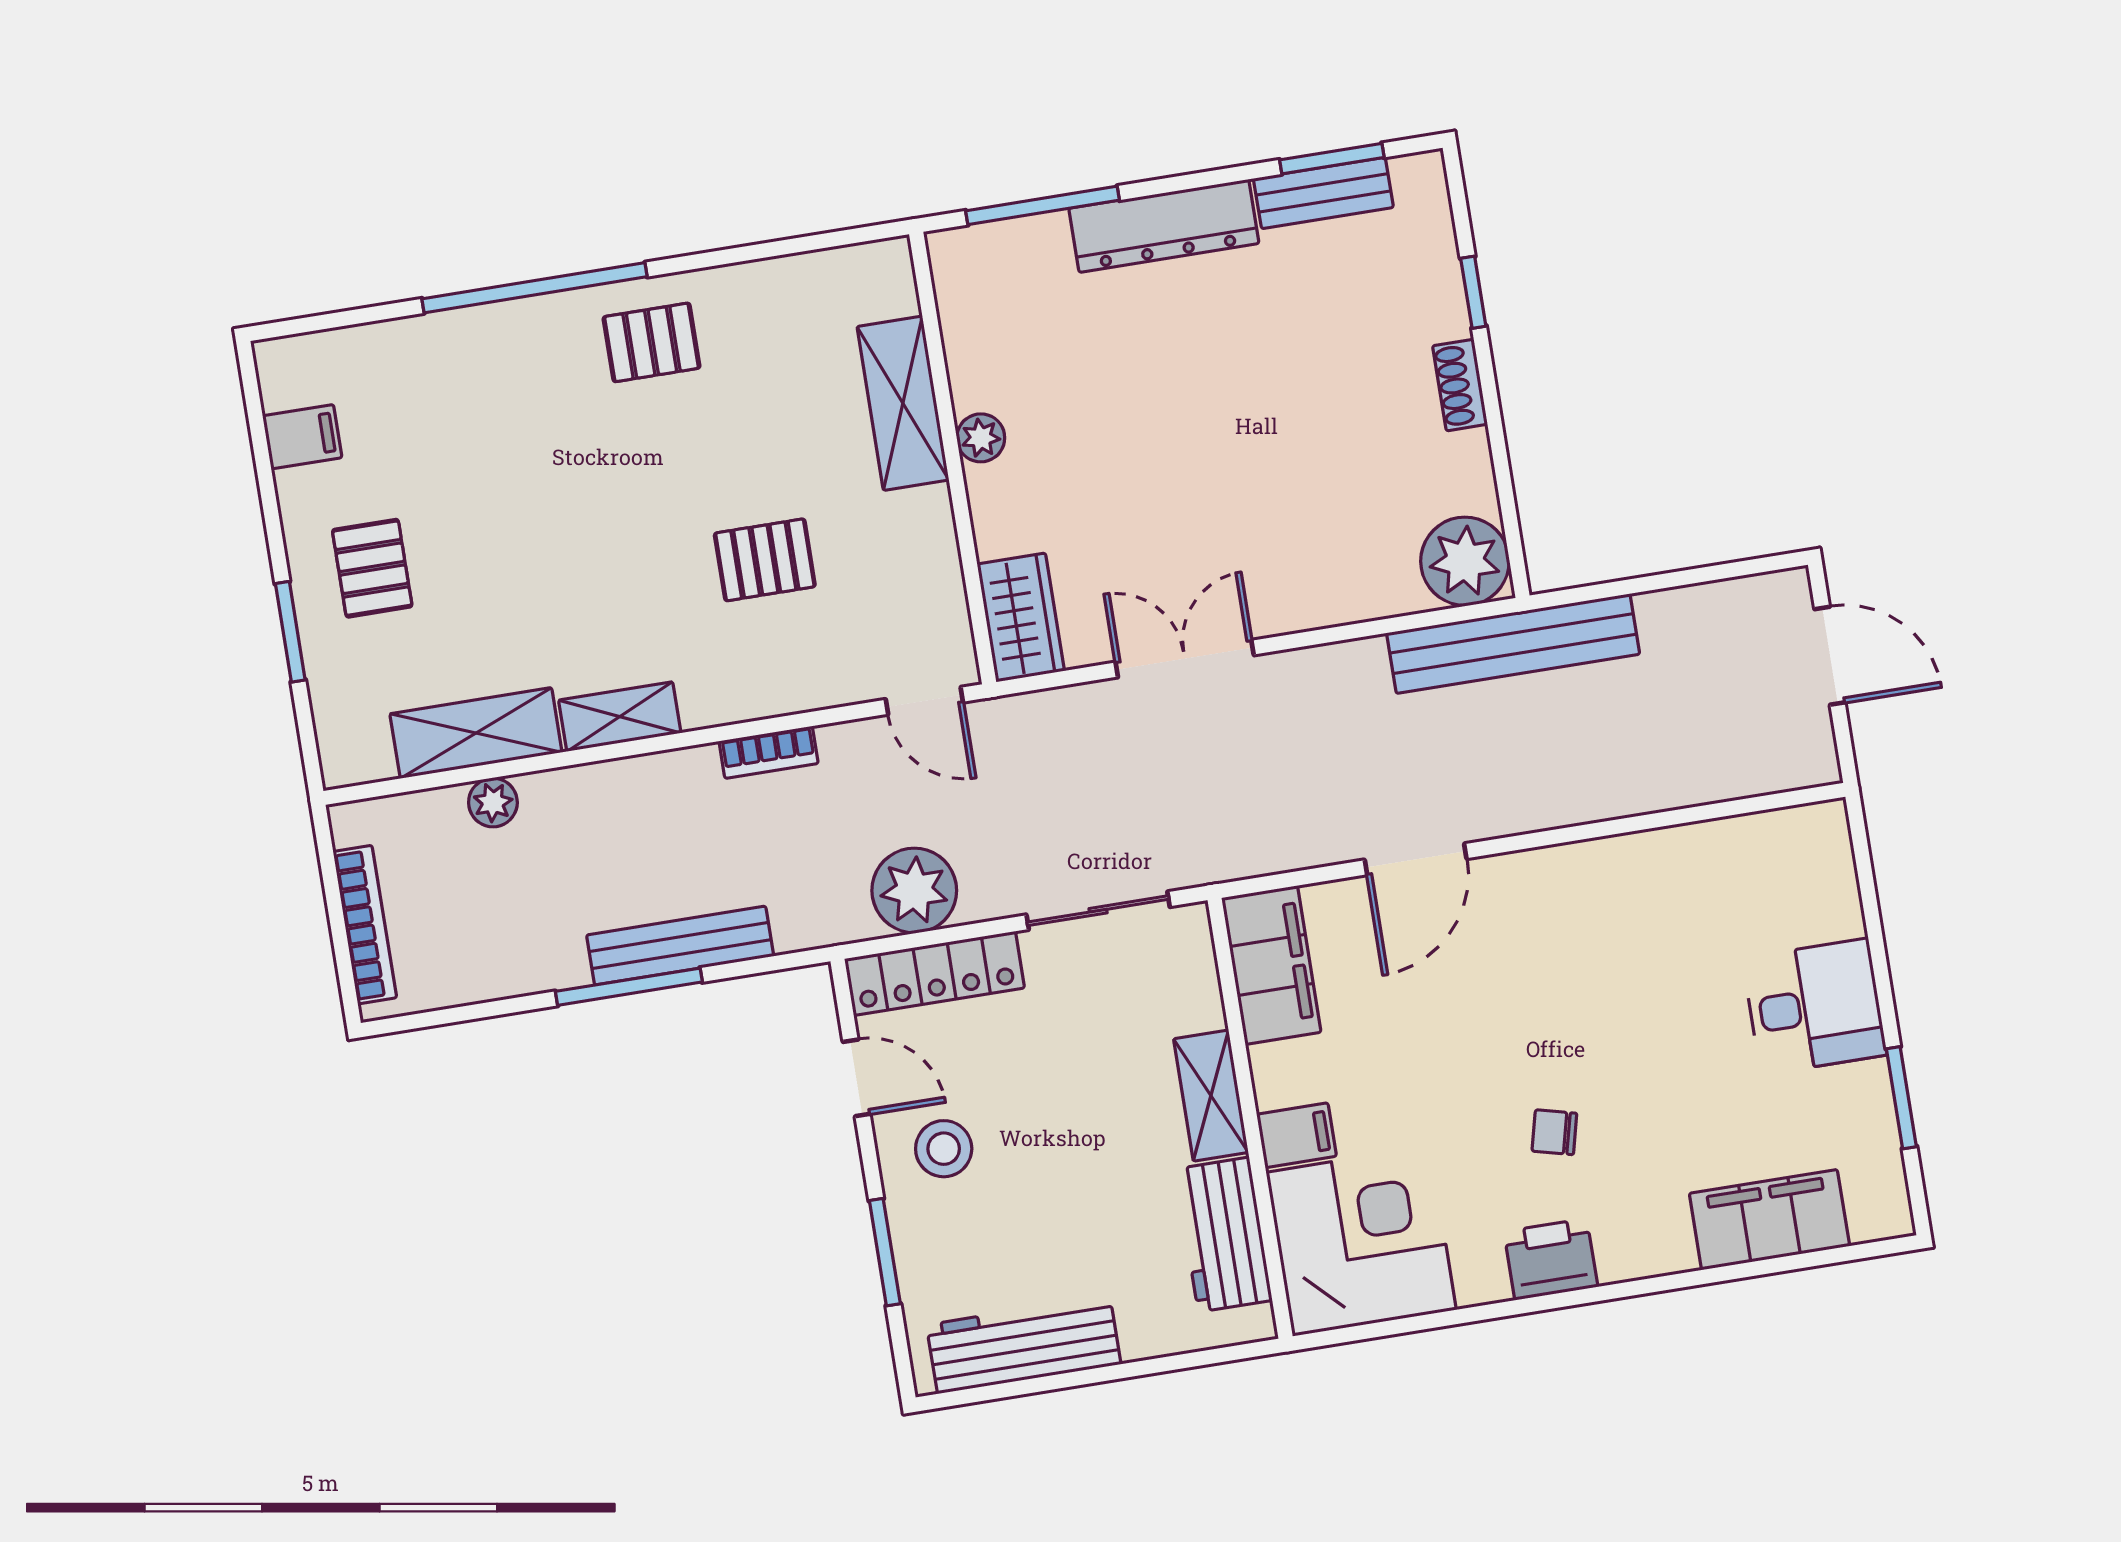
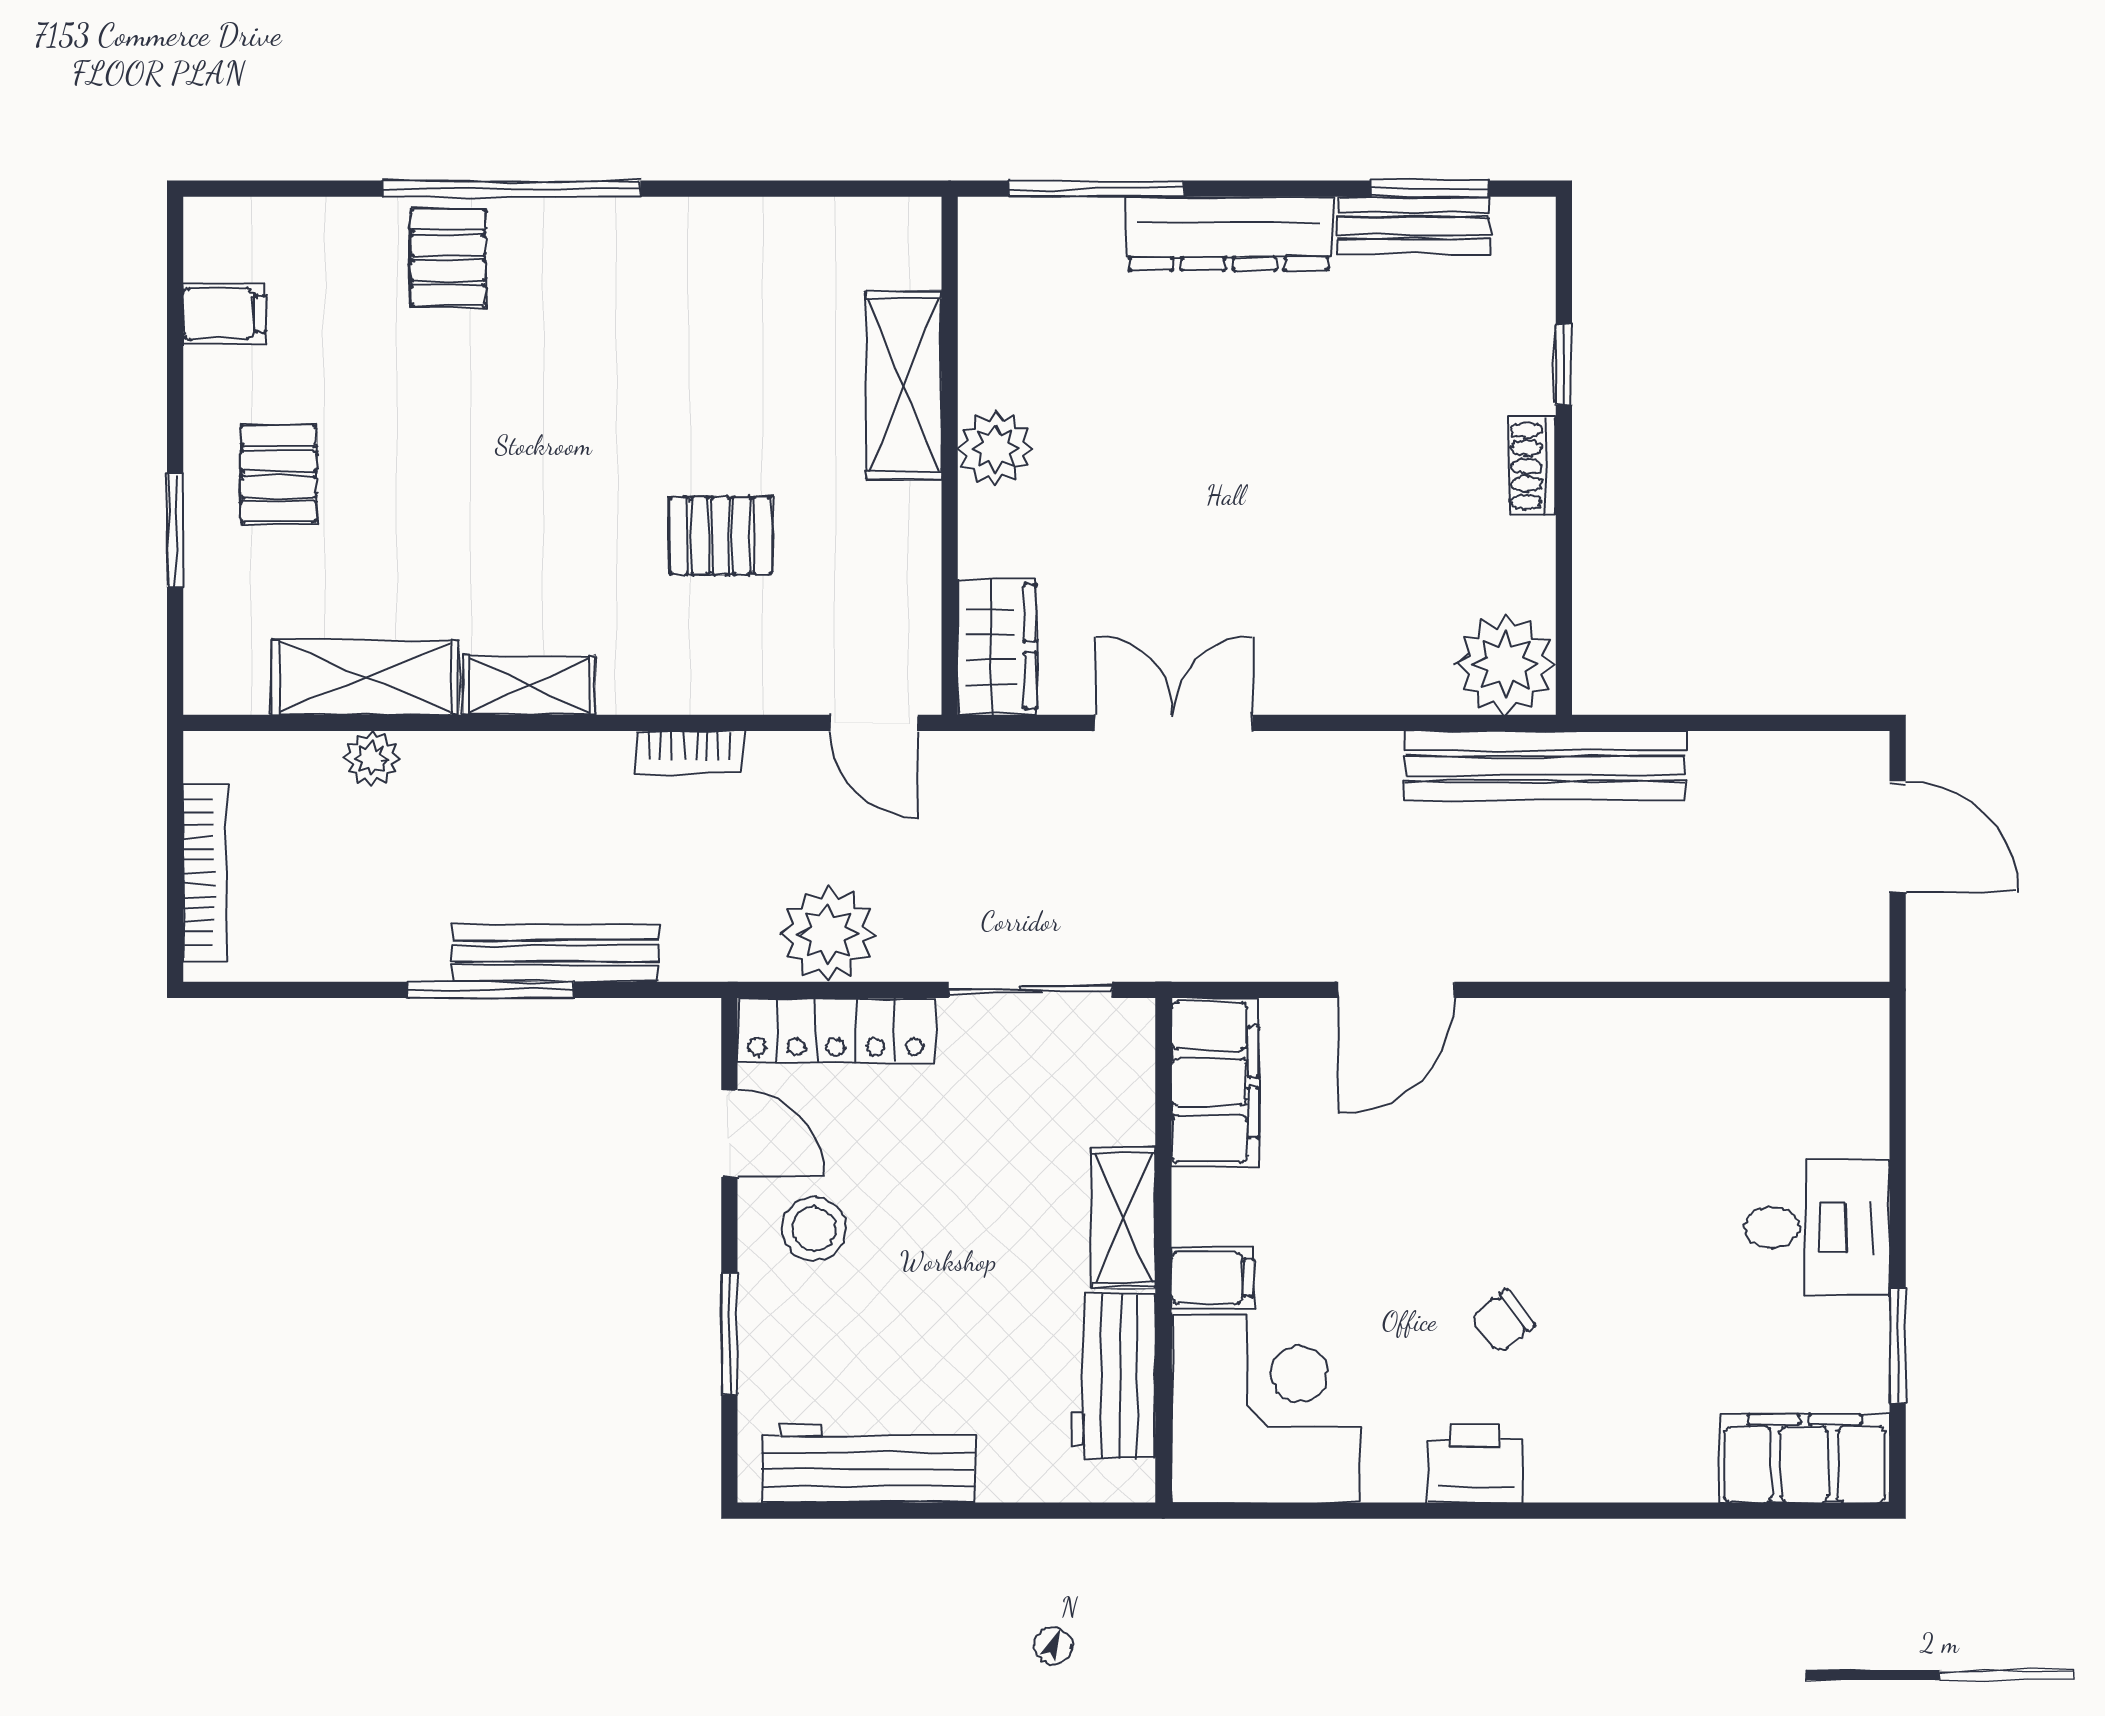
pallet: (652, 342) -> (448, 258), moved, turned 90
plant: (981, 438) -> (995, 448), width x1.38, depth x1.38
chair: (1554, 1132) -> (1502, 1321), turned -52
filing cabinet: (1769, 1220) -> (1804, 1458), moved

